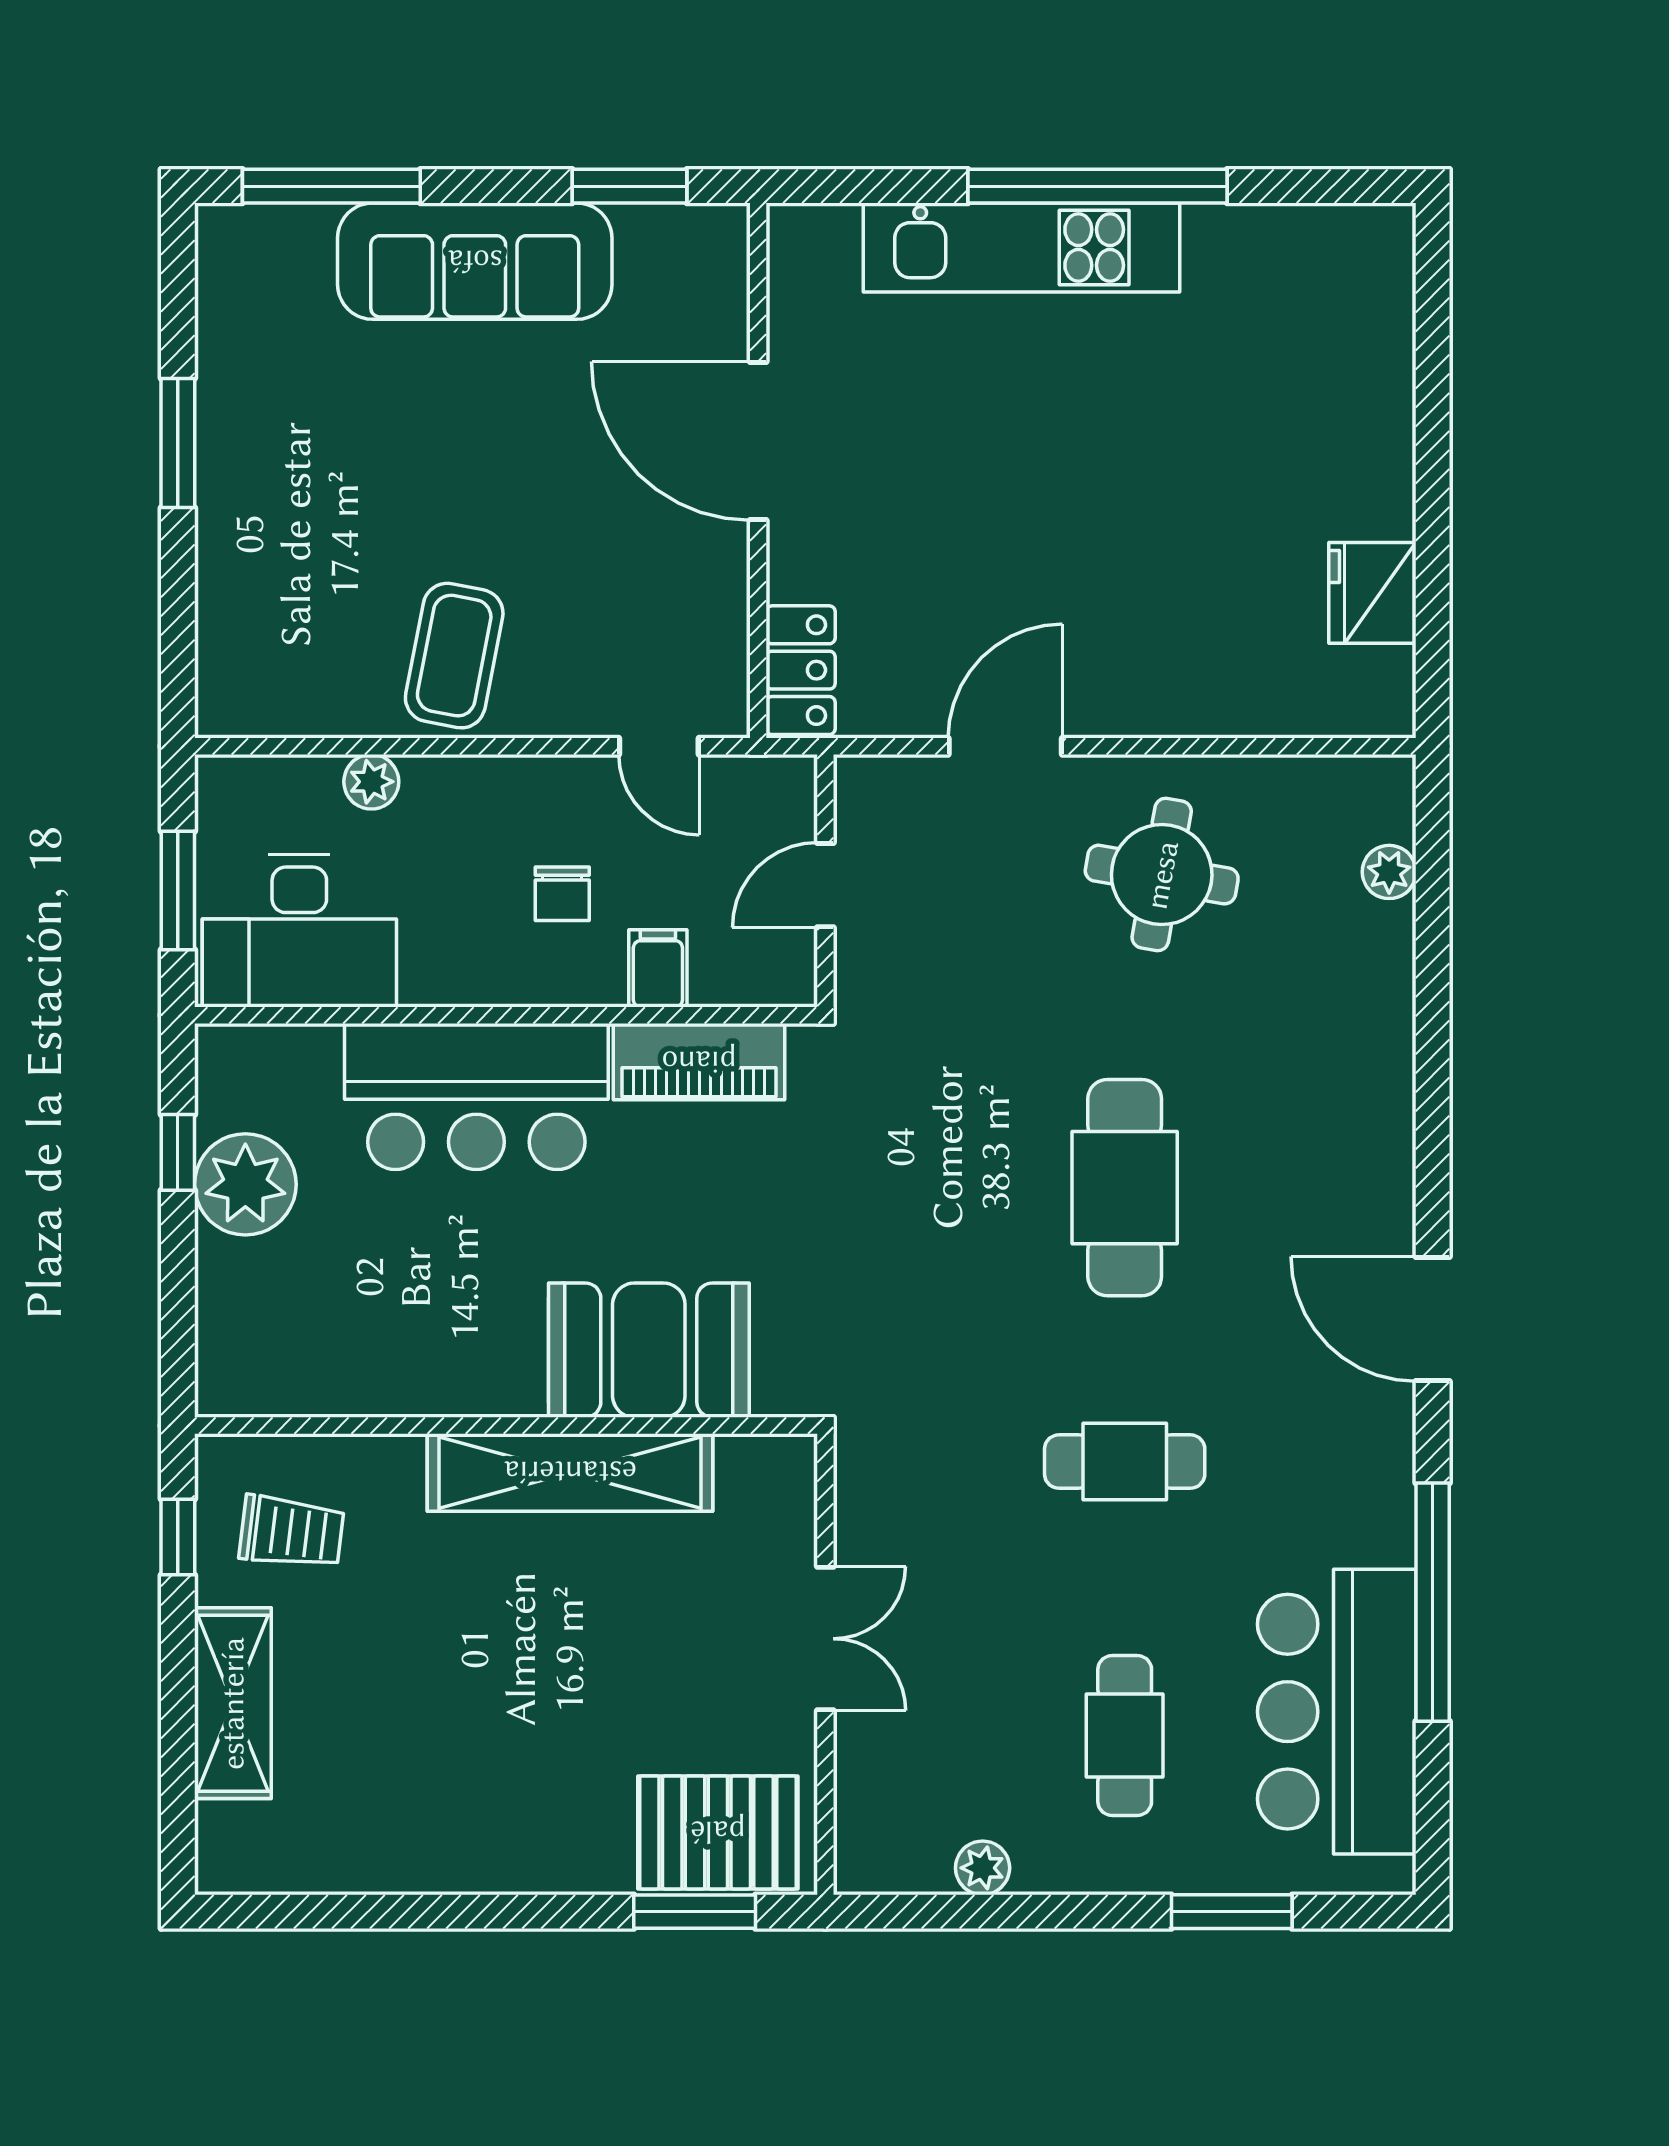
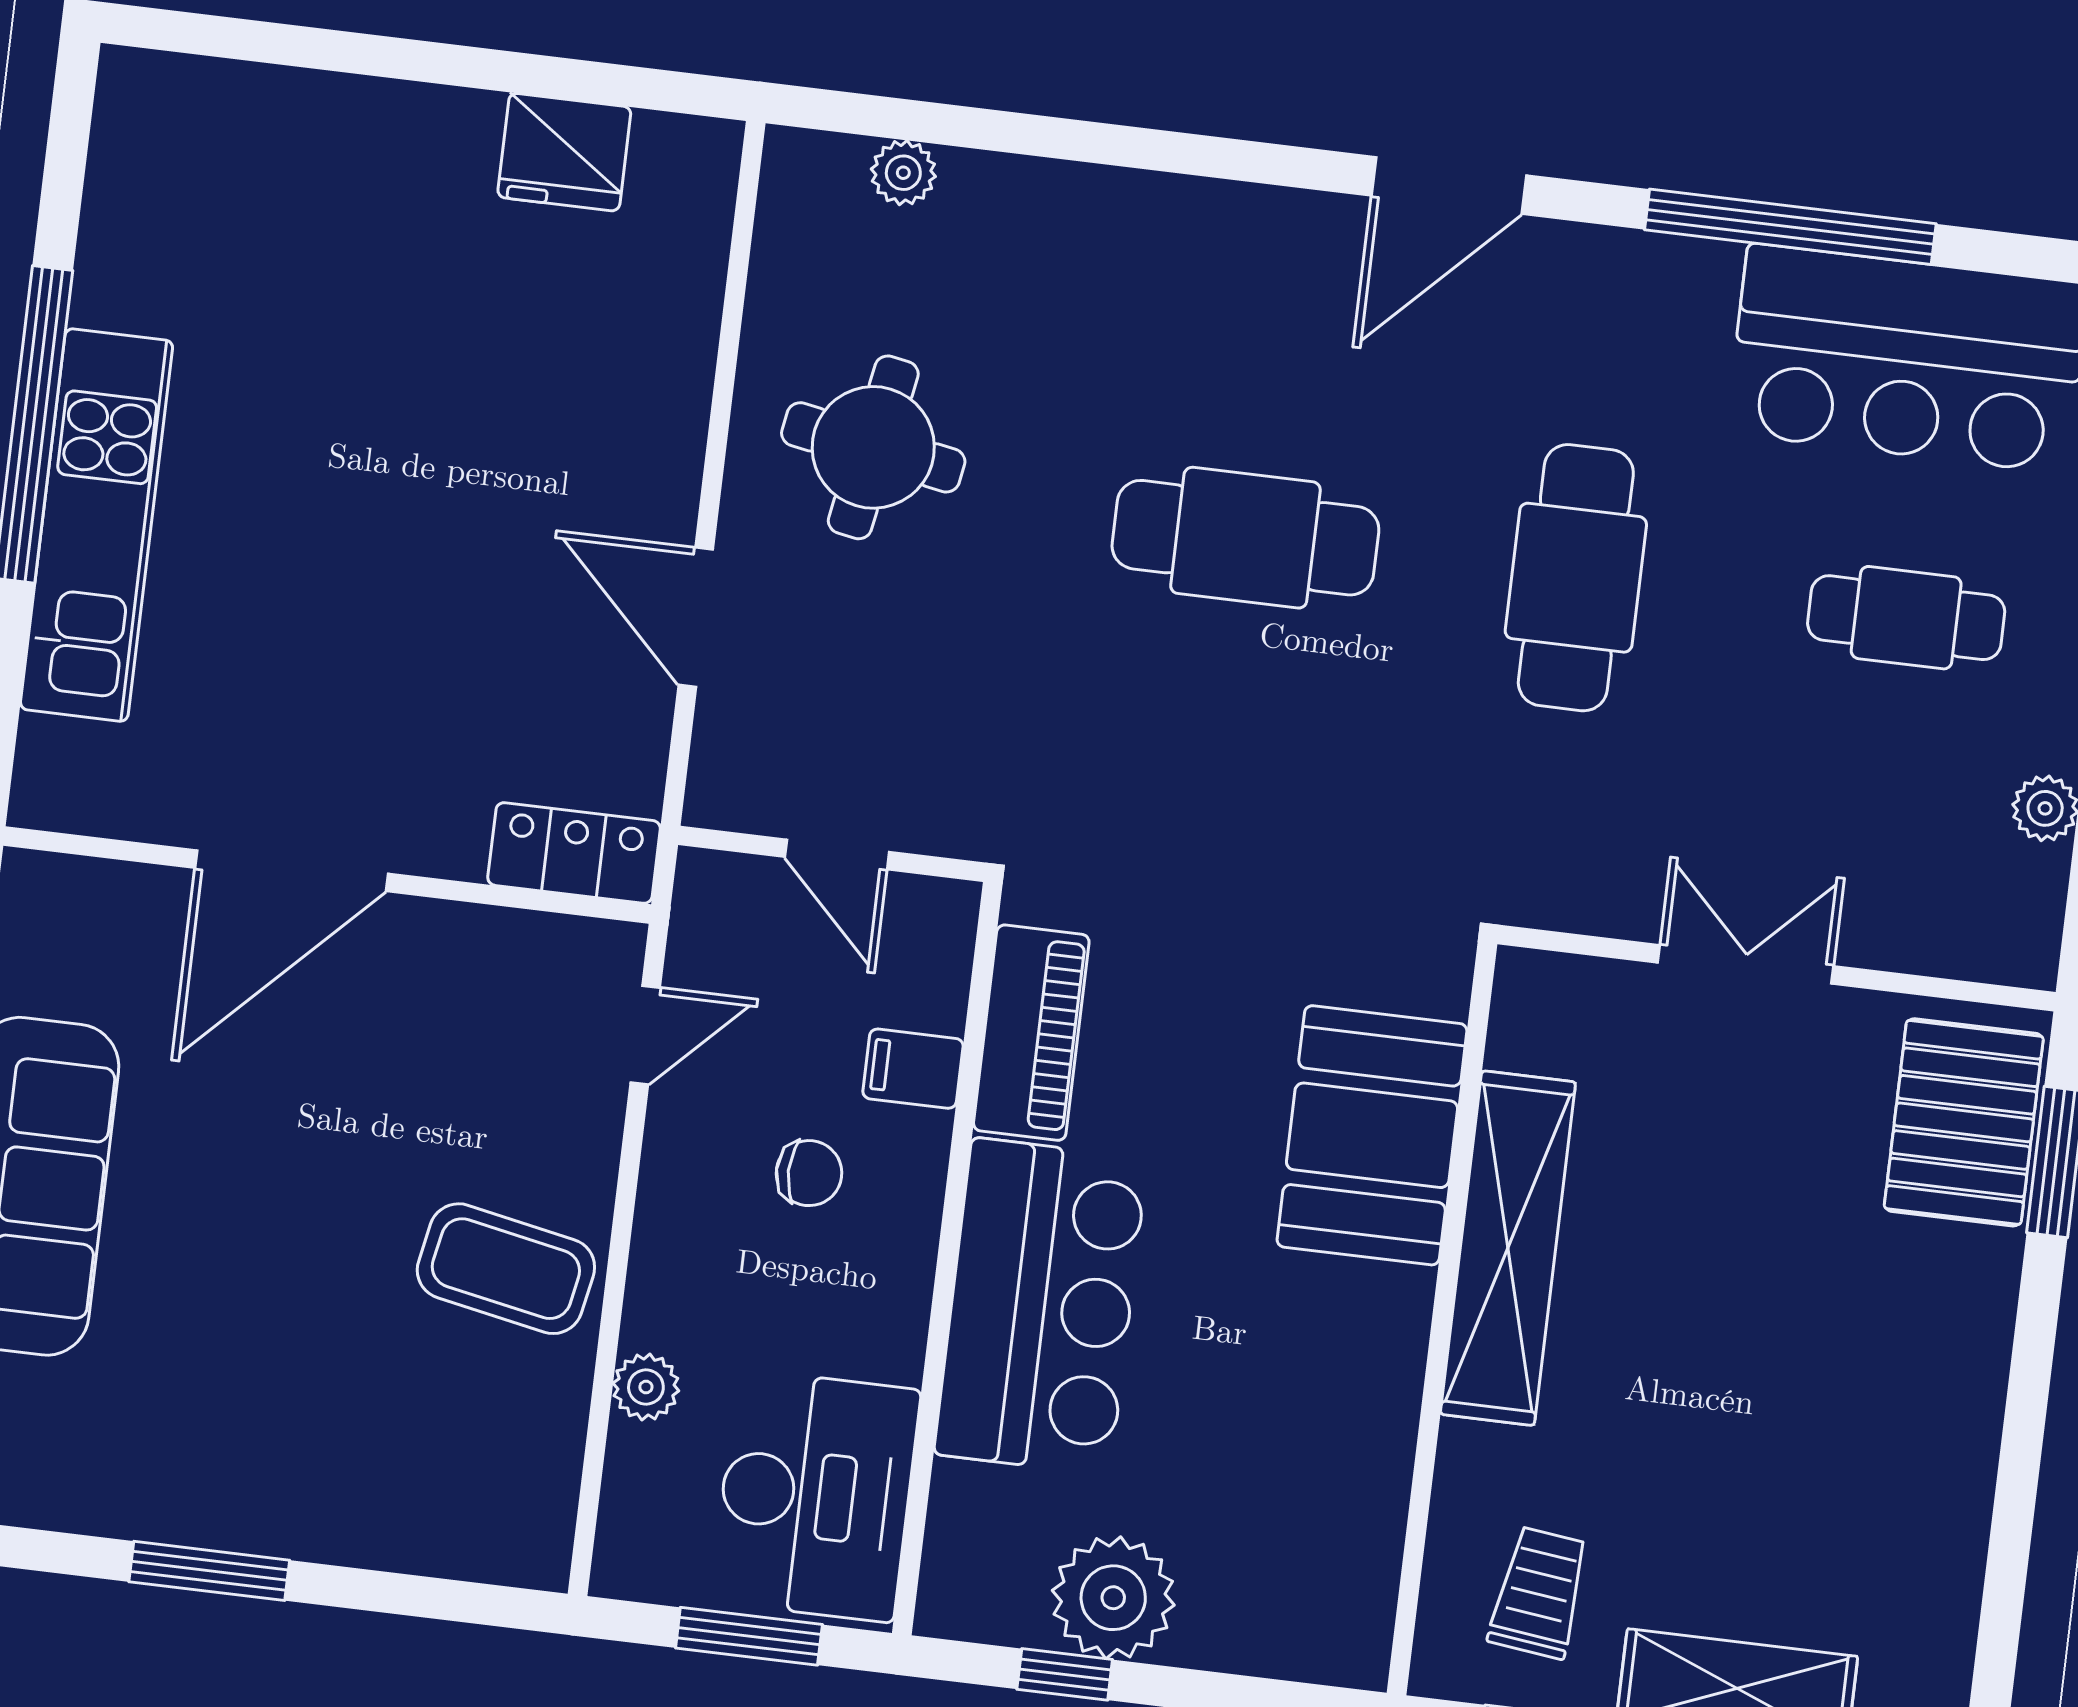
cafe table: (1125, 1462) -> (1576, 578), width x1.37, depth x1.35

